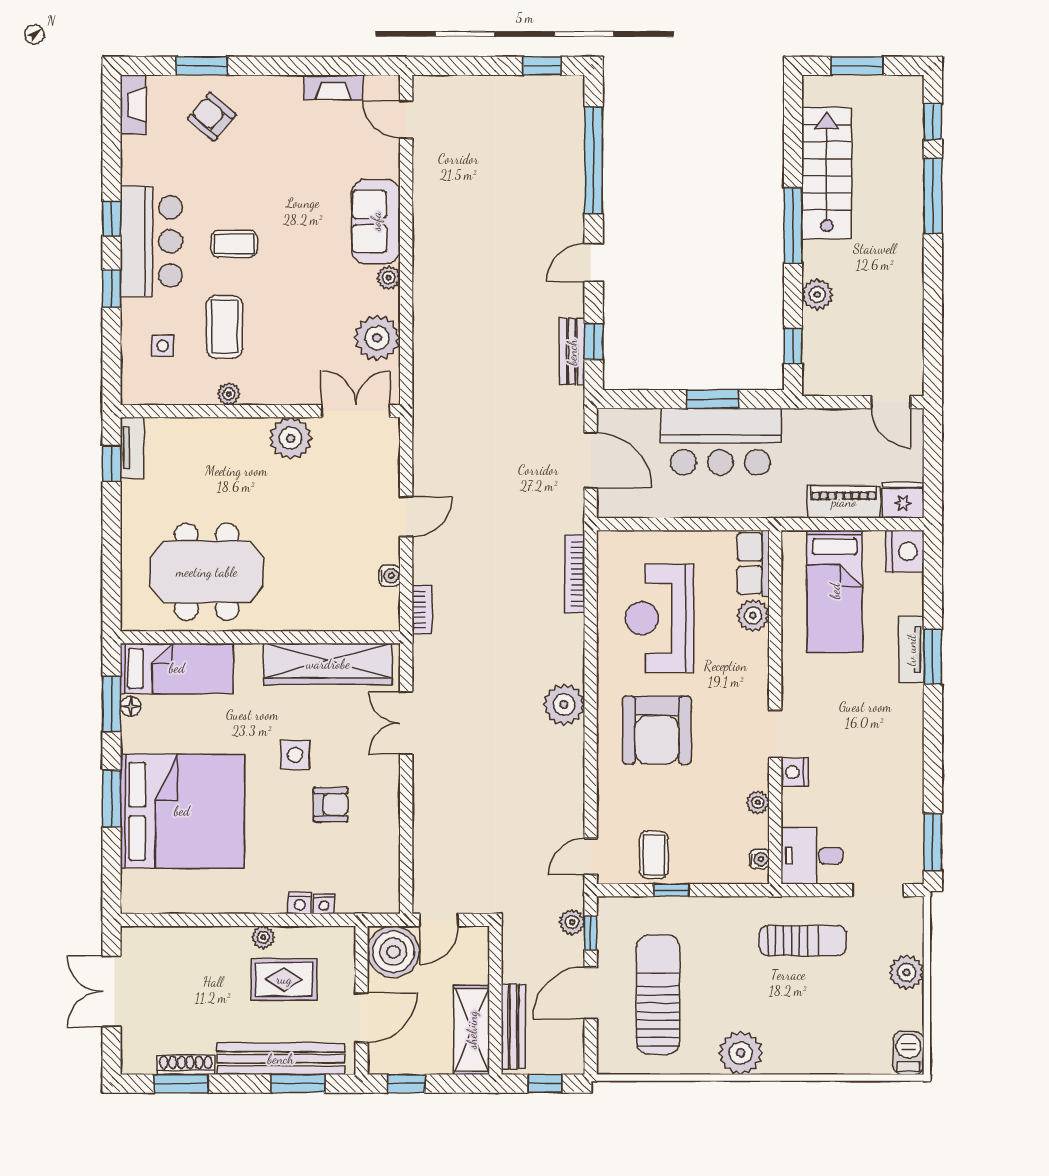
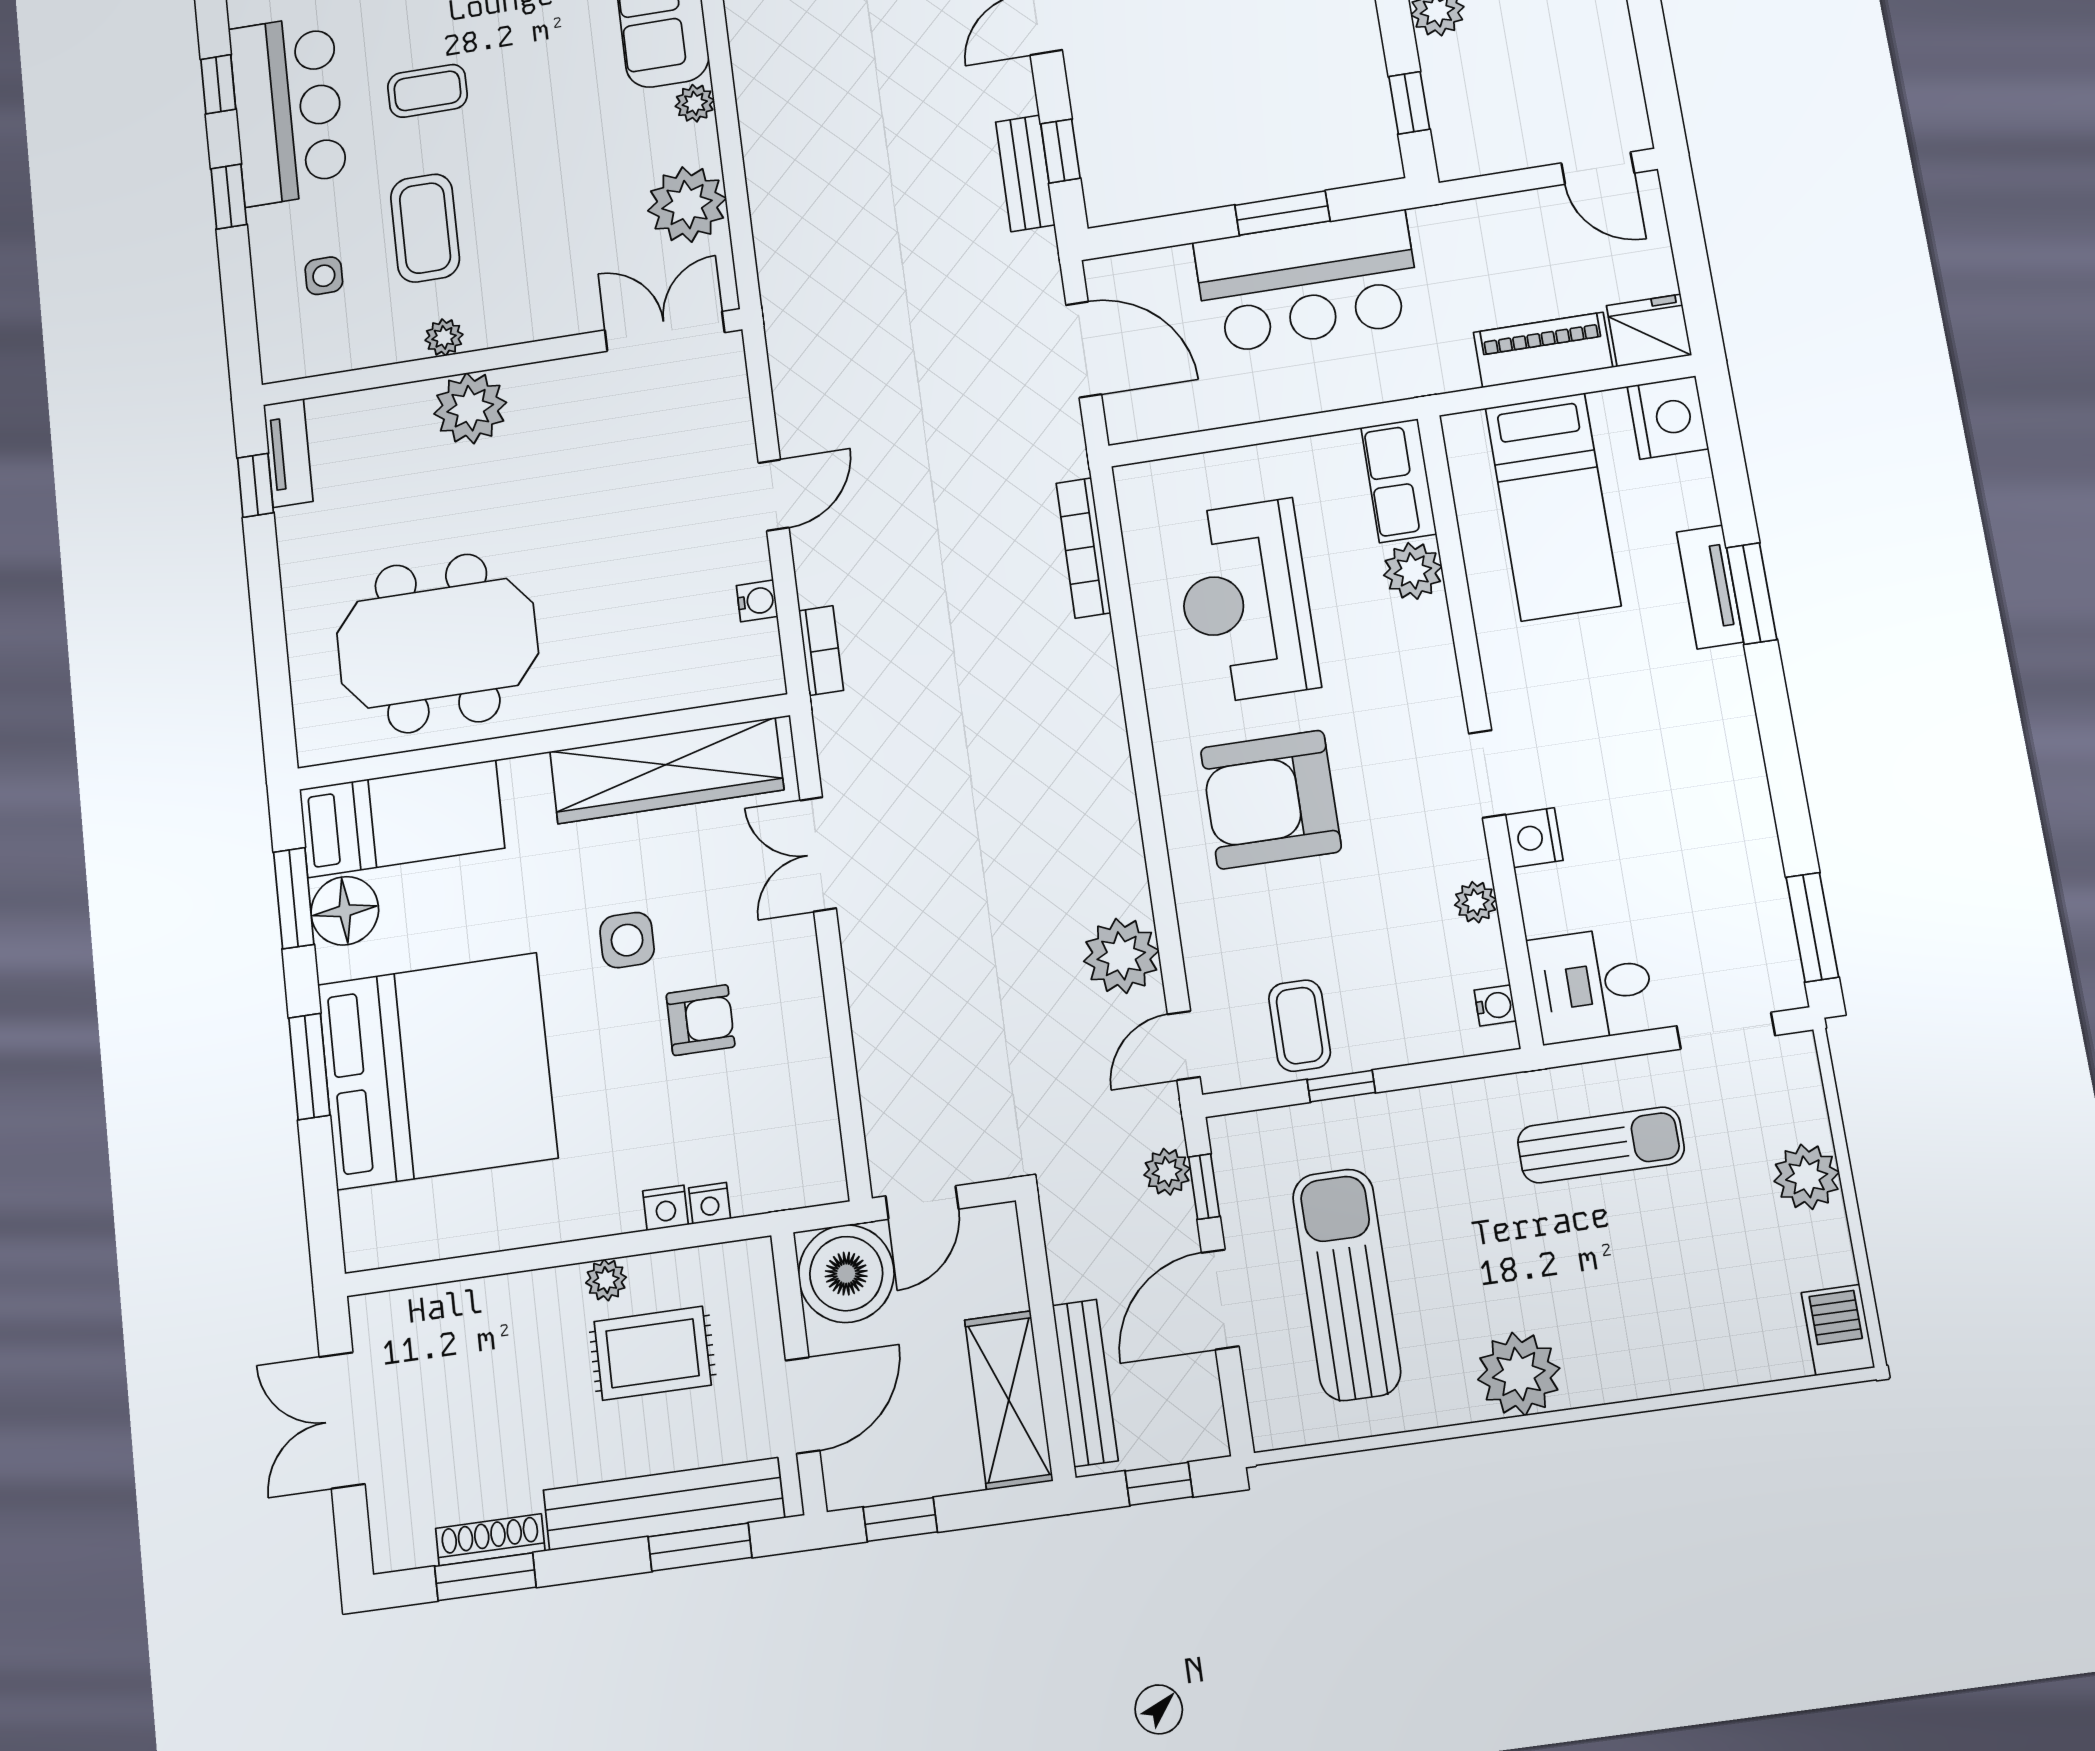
plant: (291, 438) -> (470, 408), moved
plant: (564, 704) -> (1121, 956), moved
floor lamp: (131, 706) -> (345, 911), width x1.89, depth x1.89
armchair: (657, 730) -> (1271, 800), turned 90

